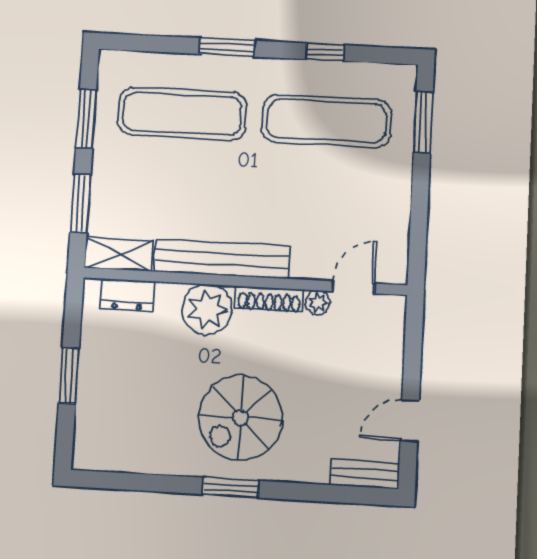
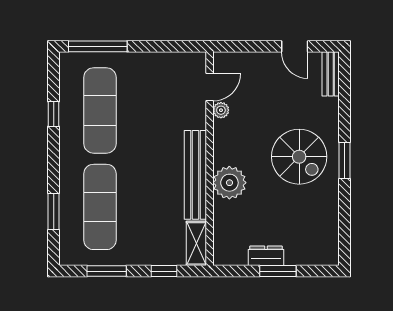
window: (227, 47) -> (54, 212), moved
window: (423, 123) -> (98, 46), width x1.44
window: (80, 204) -> (164, 271), width x0.67
door: (354, 287) -> (210, 87), swing flipped
dresser: (127, 295) -> (266, 256), moved, turned -90
shoe rack: (269, 299) -> (220, 142), removed

